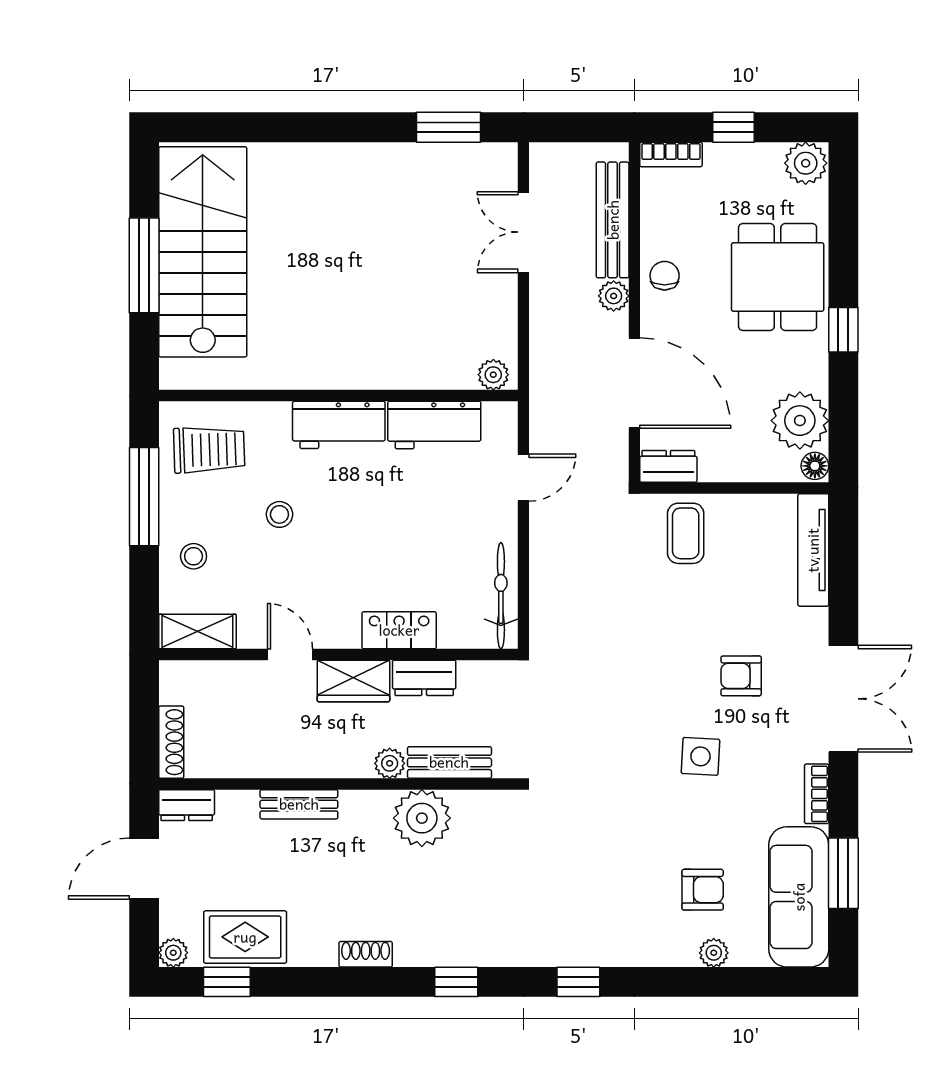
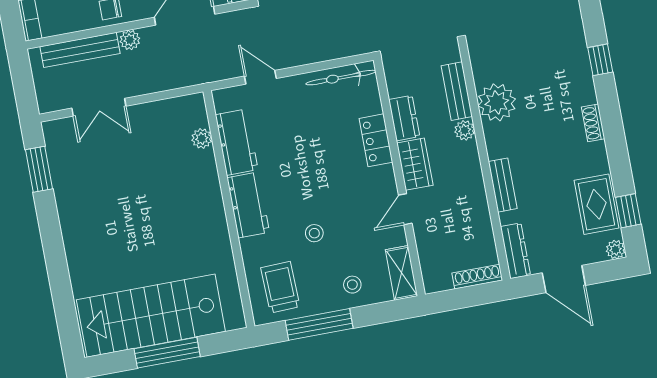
plant: (493, 375) -> (202, 138), moved
dresser: (187, 805) -> (515, 251), width x1.44

